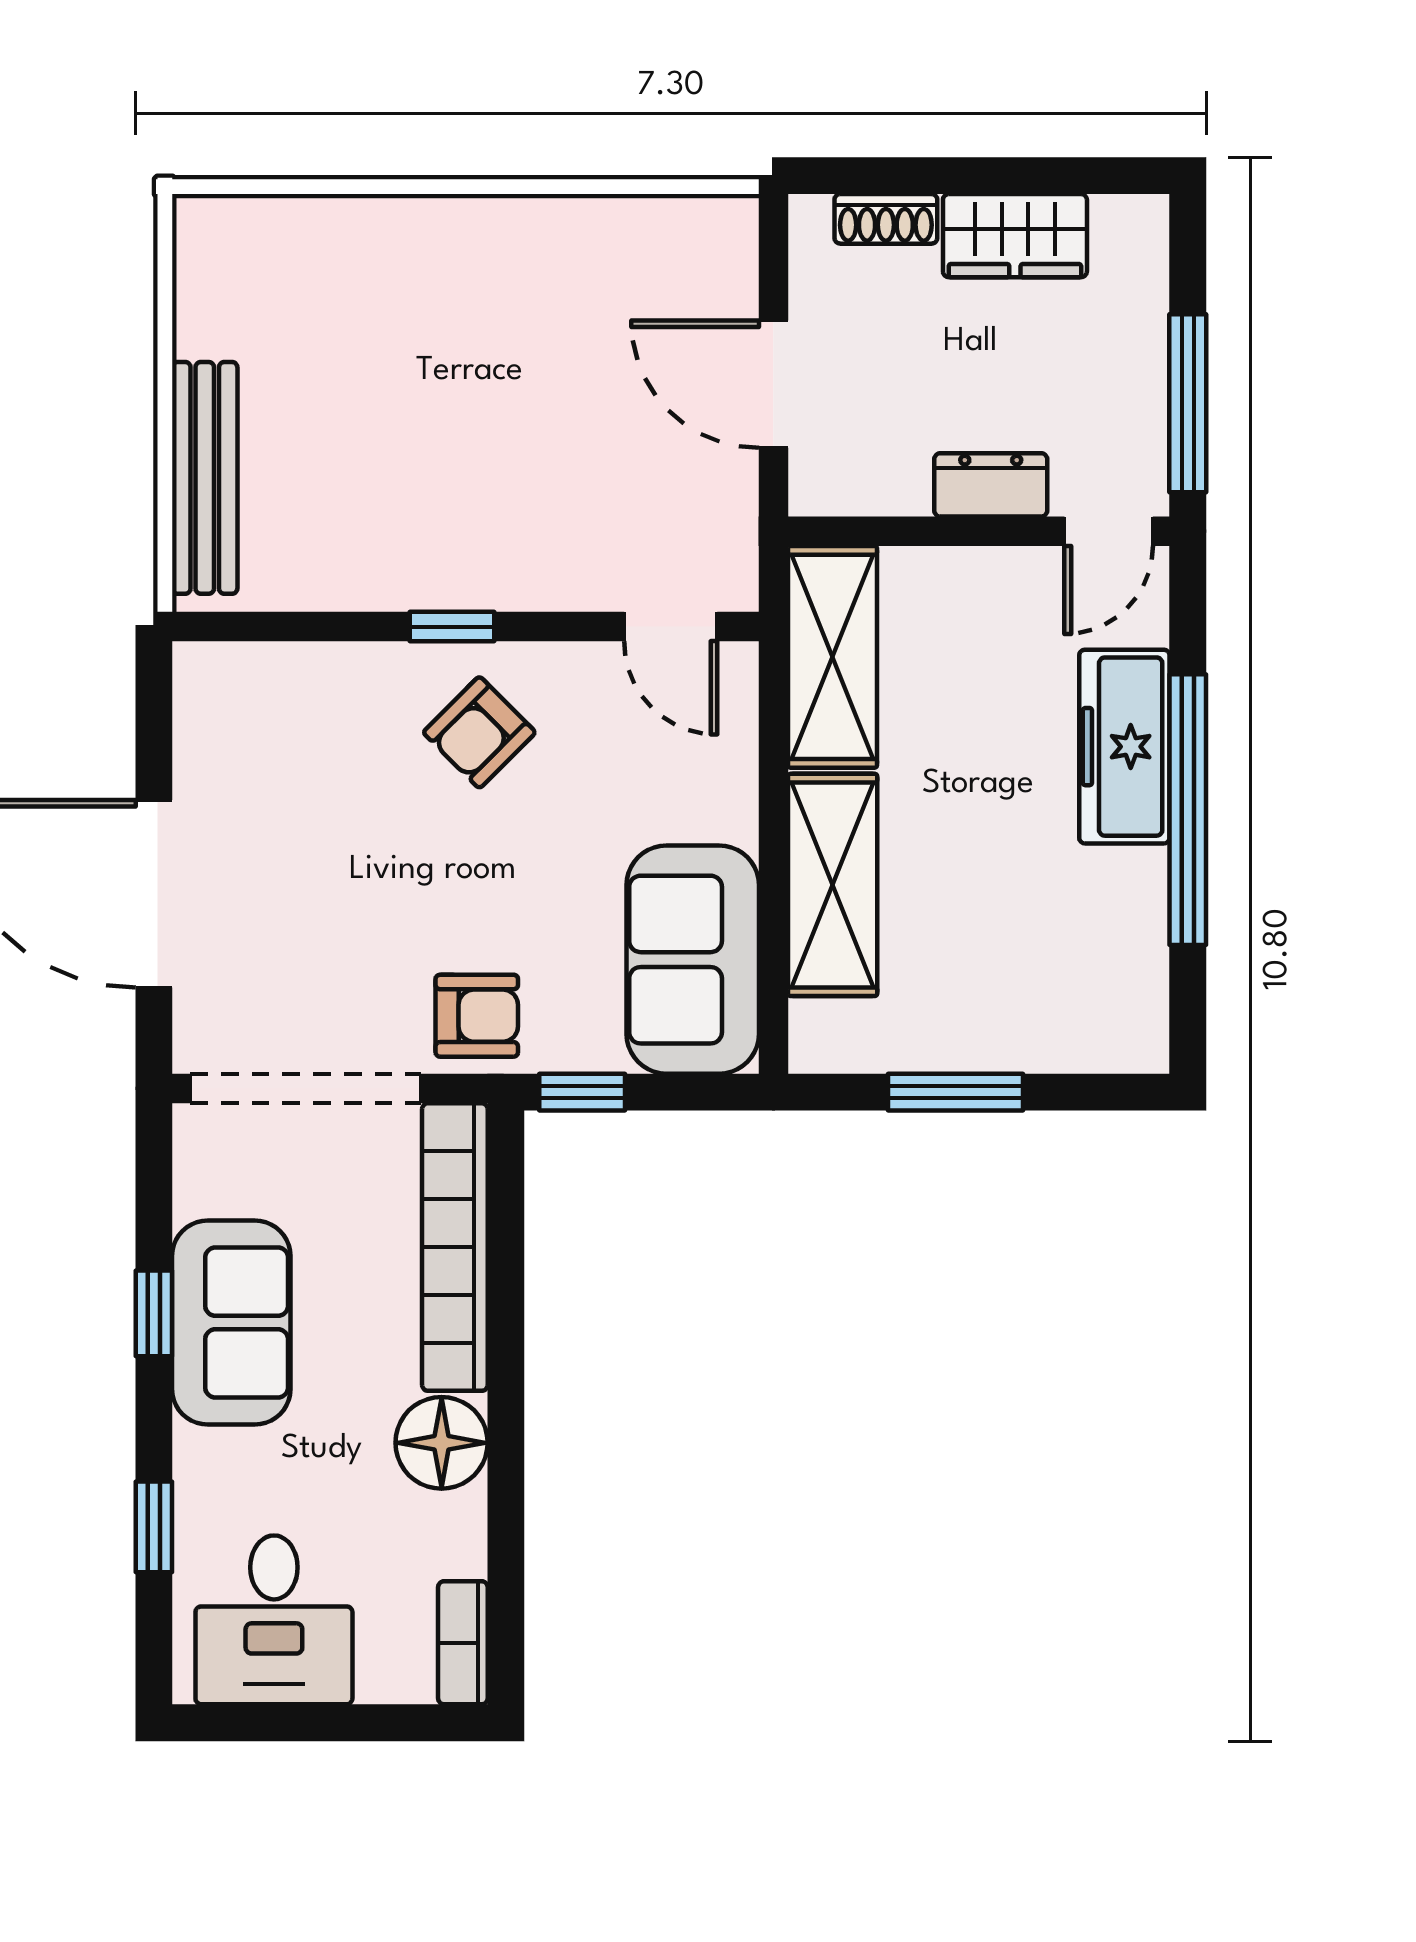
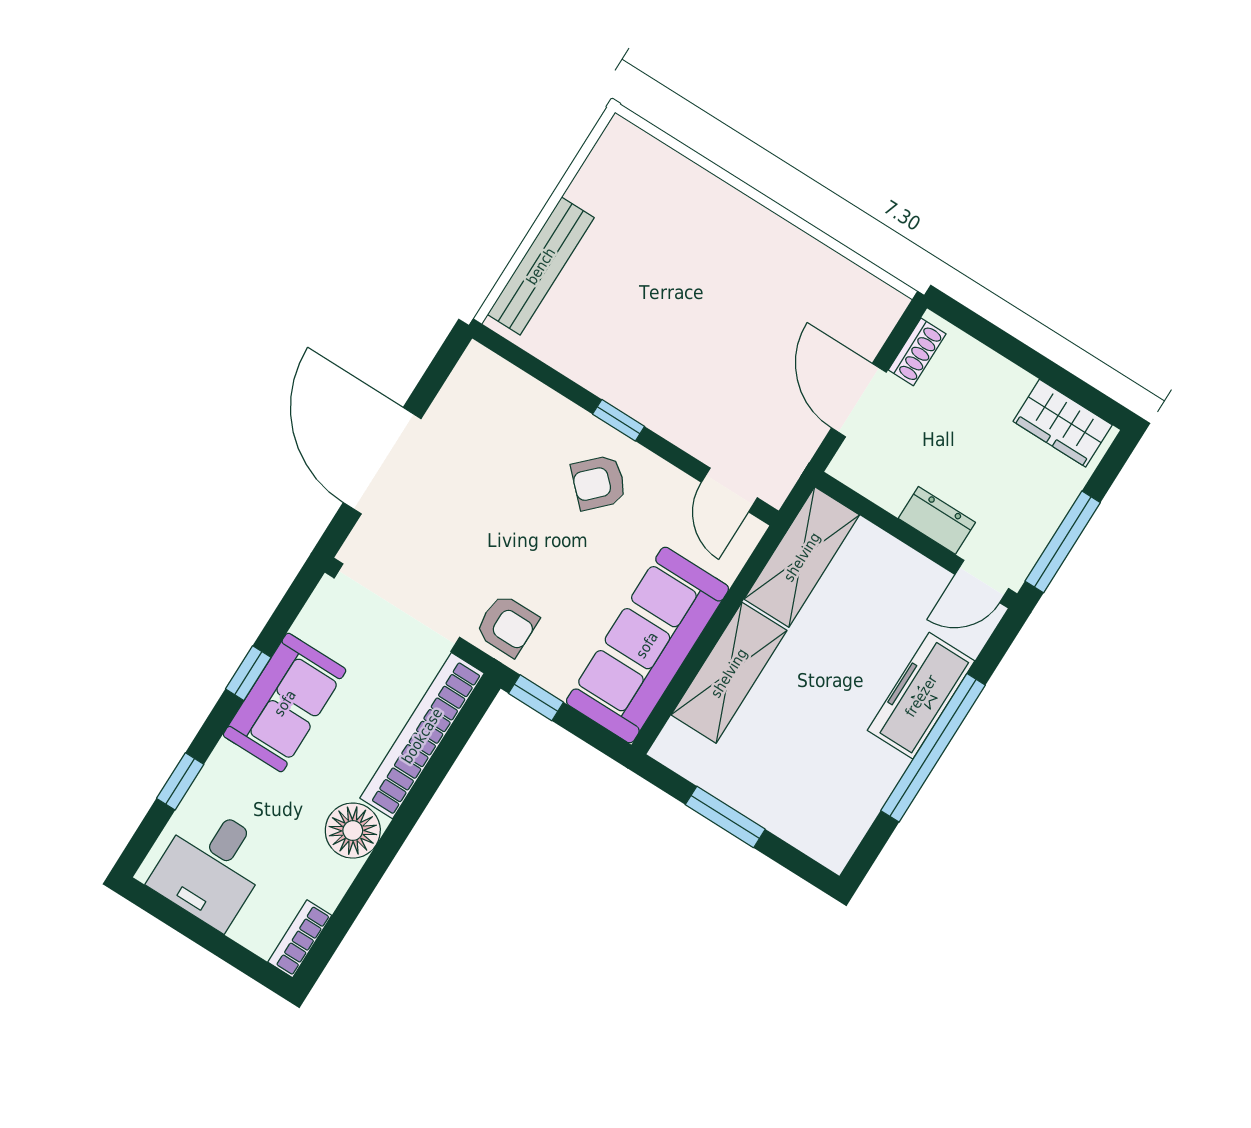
shoe rack: (886, 219) -> (917, 352), moved, turned -90
wardrobe: (1015, 236) -> (1063, 423), moved
sofa: (693, 960) -> (647, 645), width x1.36

